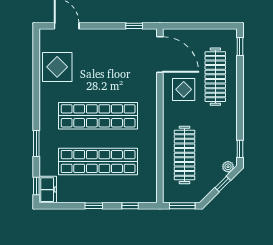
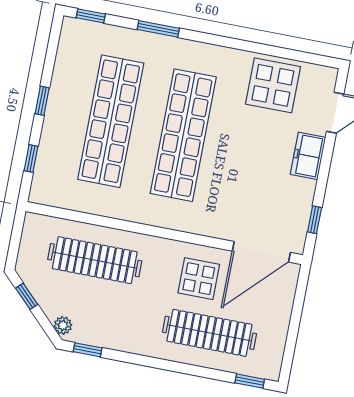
window: (223, 184) -> (27, 296), moved
freezer: (48, 190) -> (308, 156), moved, turned 90
window: (182, 206) -> (15, 241), removed

